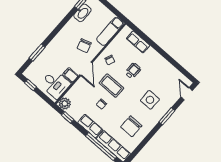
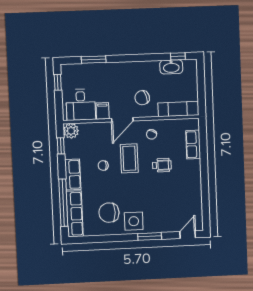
side table: (150, 100) -> (134, 221), moved

